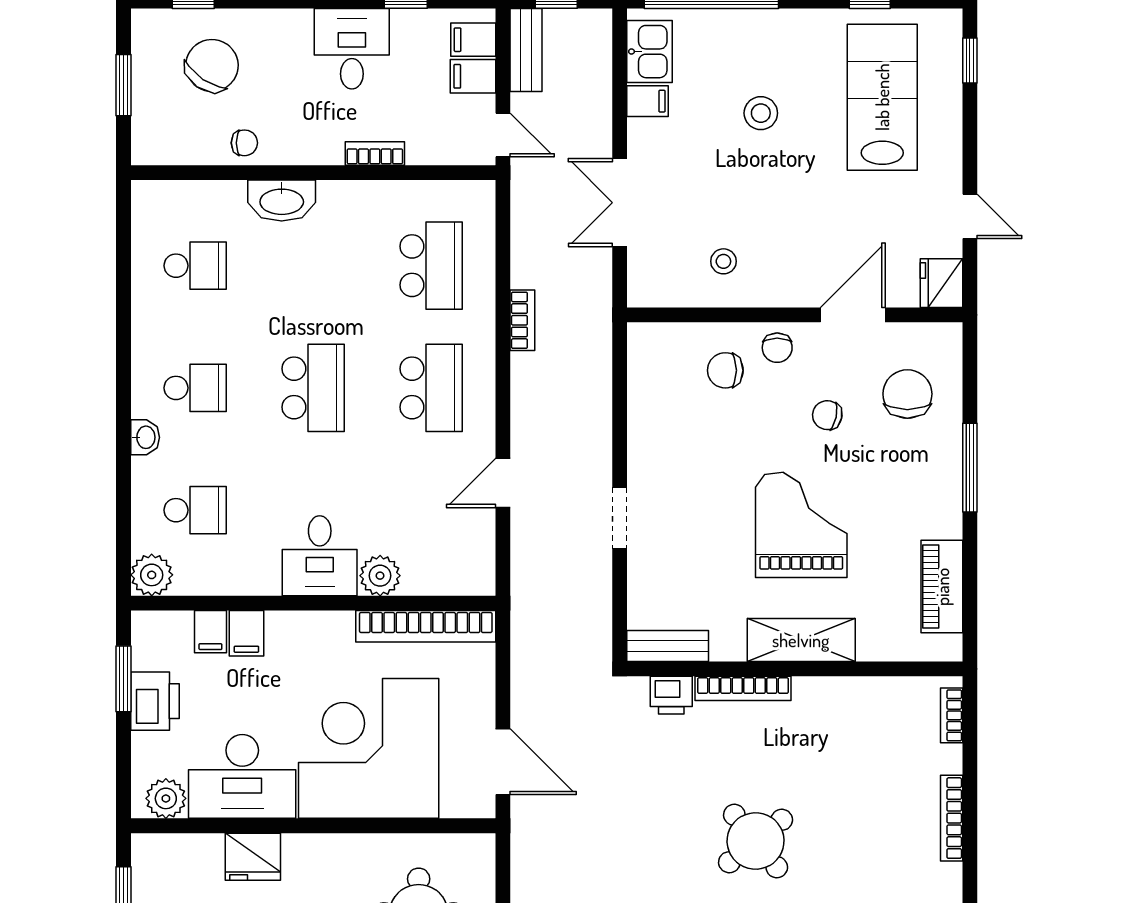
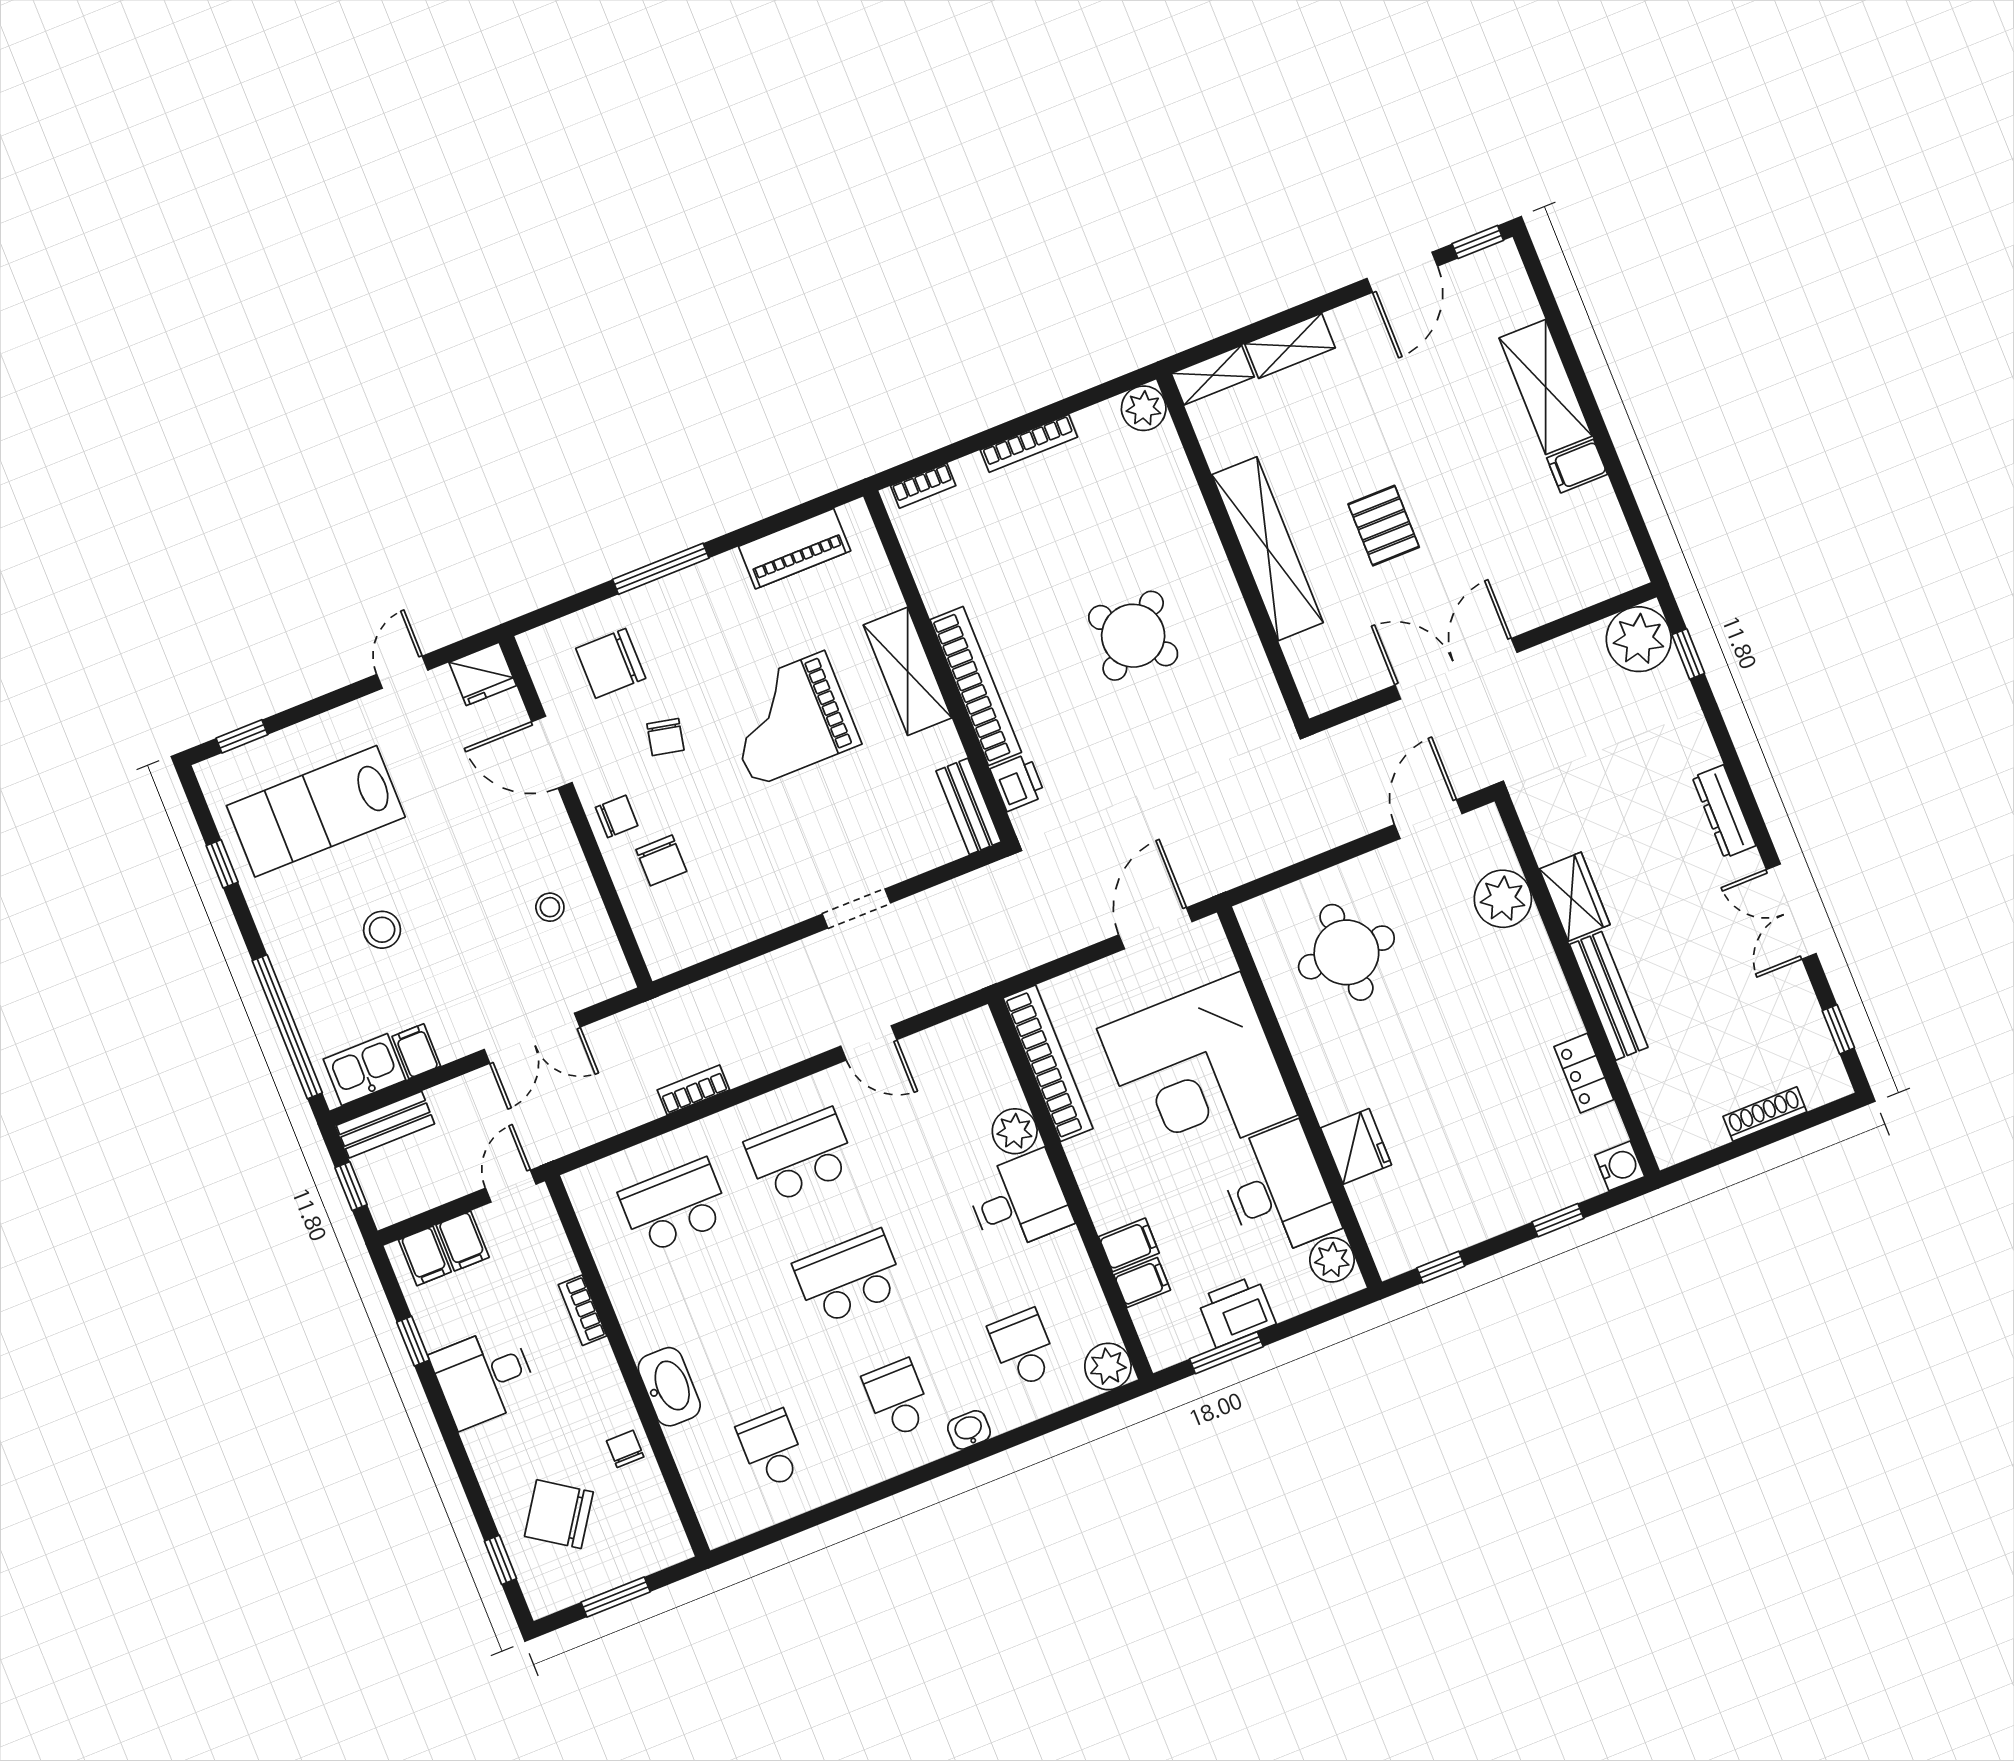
bench: (526, 50) -> (385, 1125), moved
bookcase: (743, 688) -> (976, 686), width x1.48, depth x1.31

